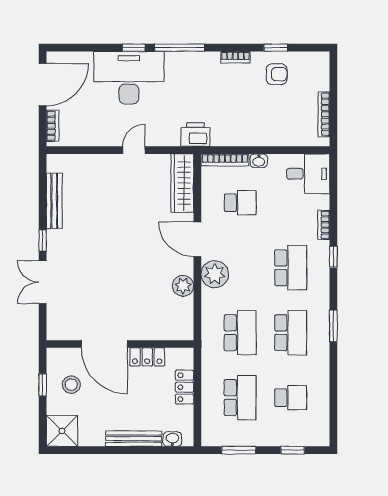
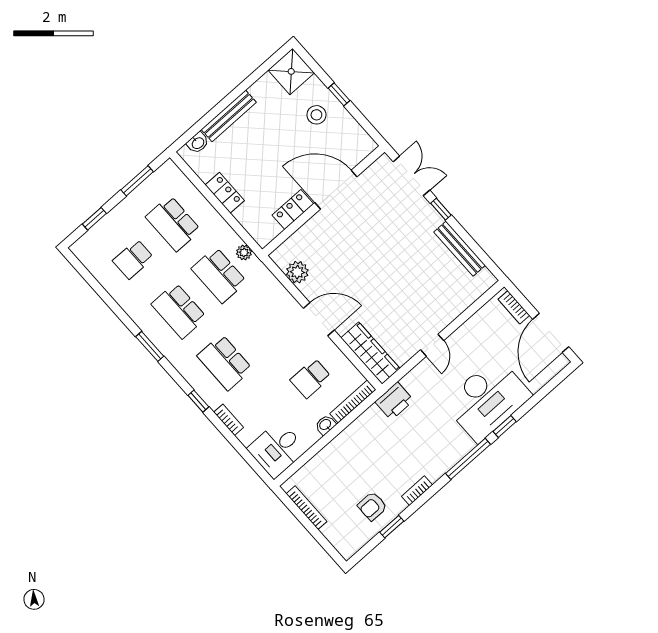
plant: (215, 274) -> (244, 252), moved, width x0.53, depth x0.53
door: (104, 344) -> (336, 190), moved
wall: (120, 344) -> (324, 201), moved
locker: (147, 357) -> (293, 210), moved

